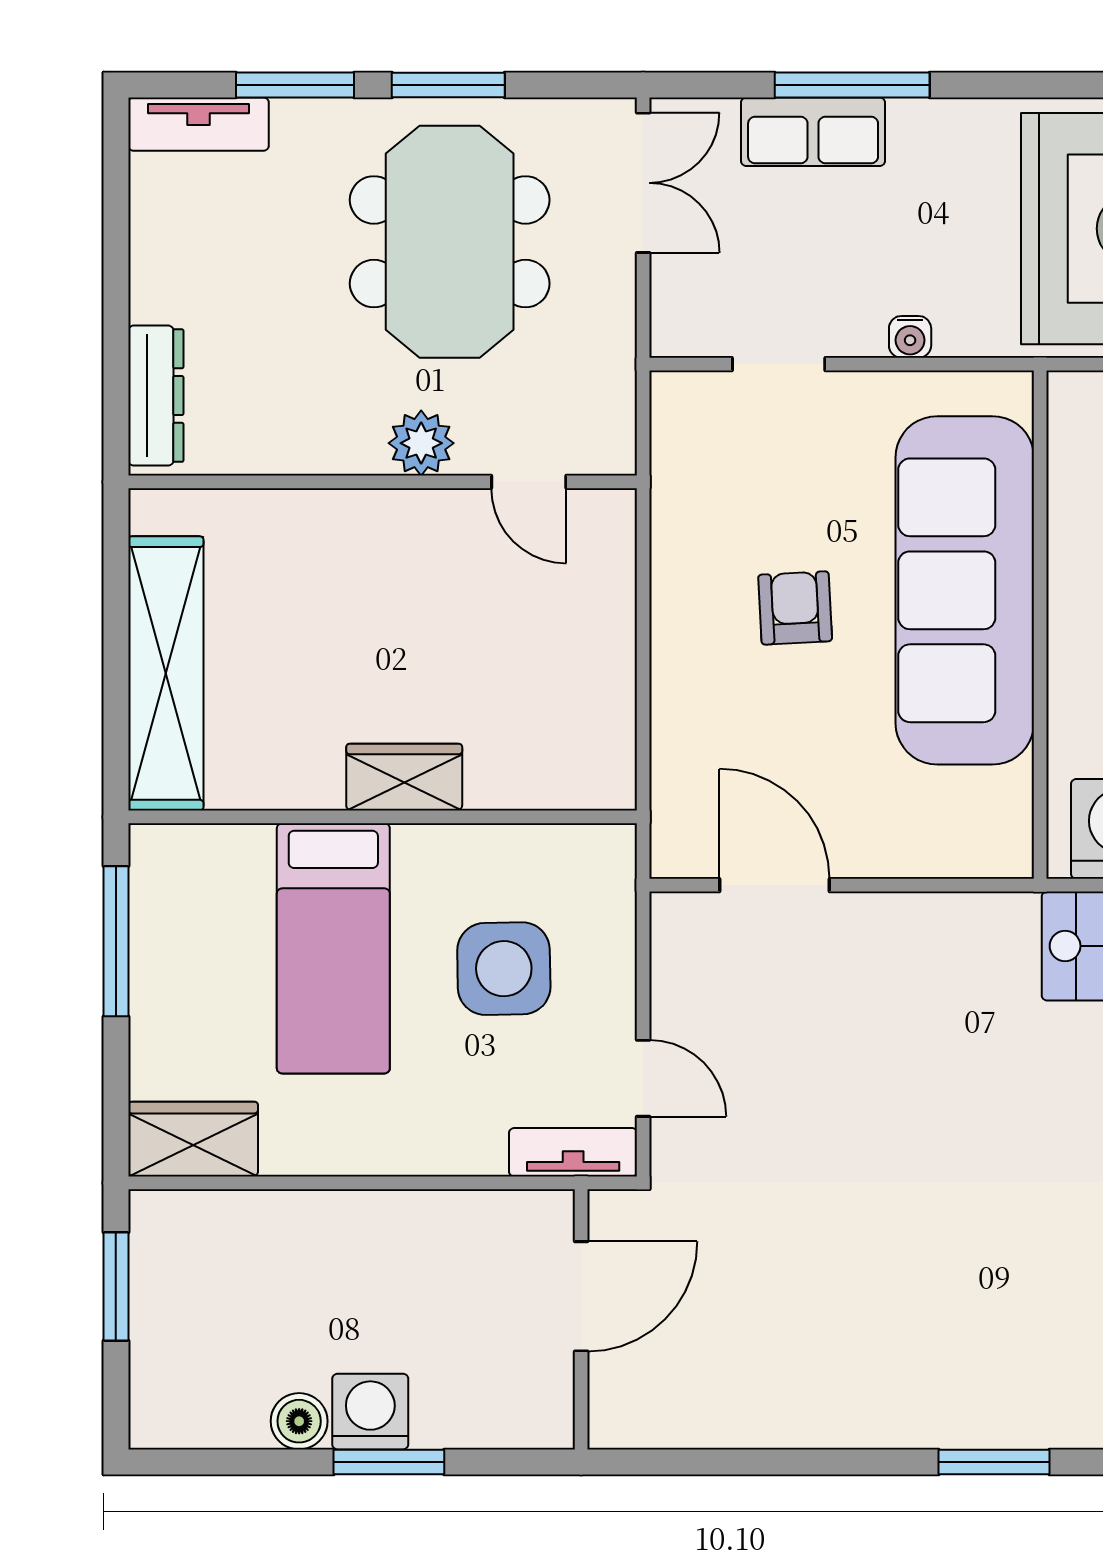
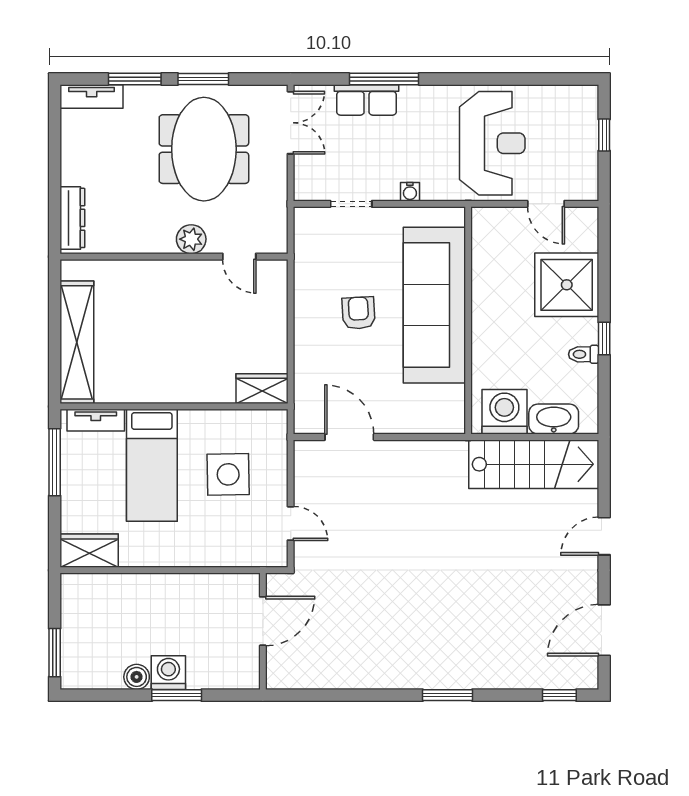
wardrobe: (404, 777) -> (262, 389), moved
tv unit: (573, 1152) -> (96, 420), moved, turned 180
window: (116, 1286) -> (55, 653), moved

